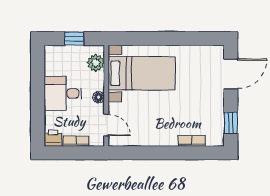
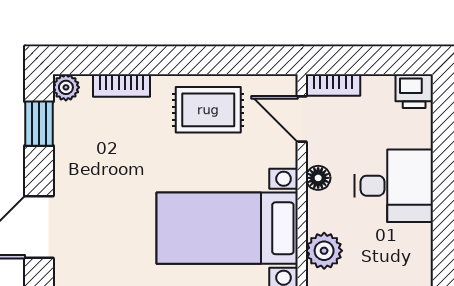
rug: (151, 129) -> (208, 110), added
plant: (218, 140) -> (66, 87), added
bookcase: (76, 141) -> (333, 85), moved

